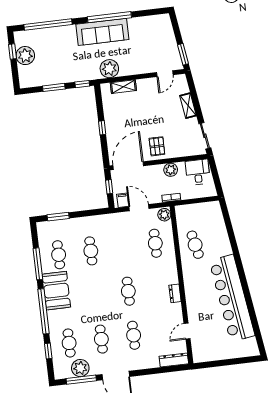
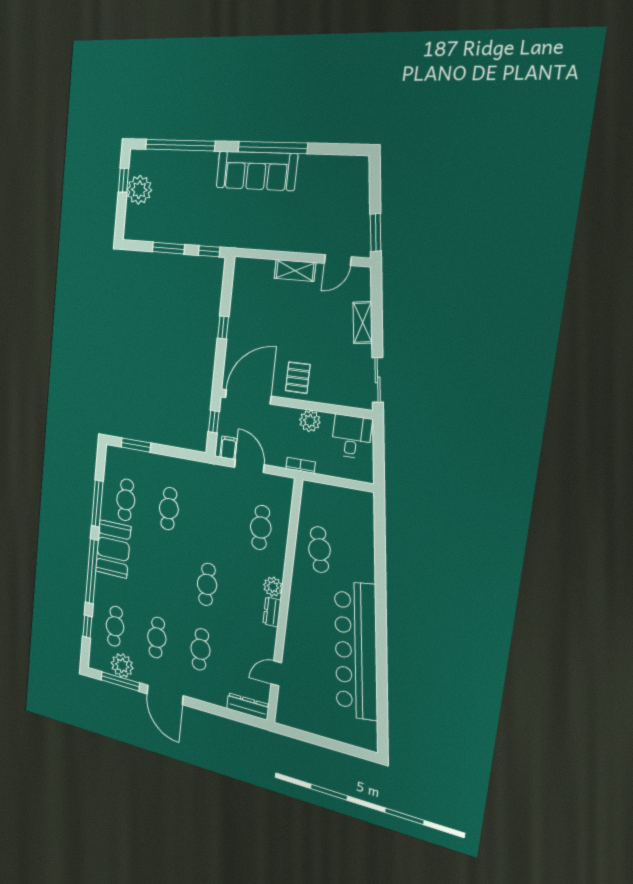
plant: (109, 69) -> (254, 234), removed
shelving: (123, 87) -> (295, 270), moved
plant: (164, 215) -> (273, 587), moved

